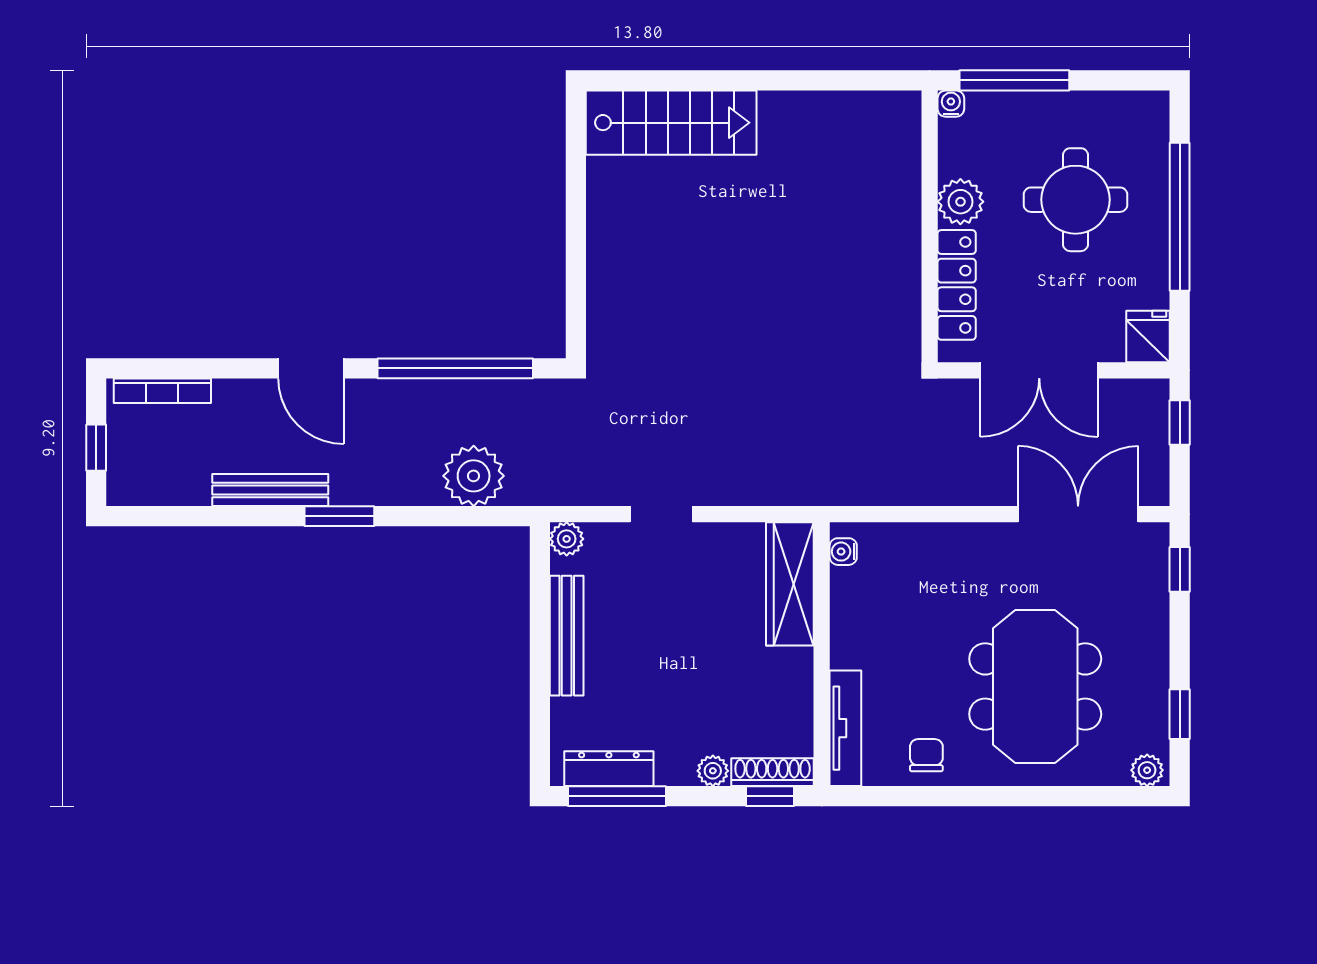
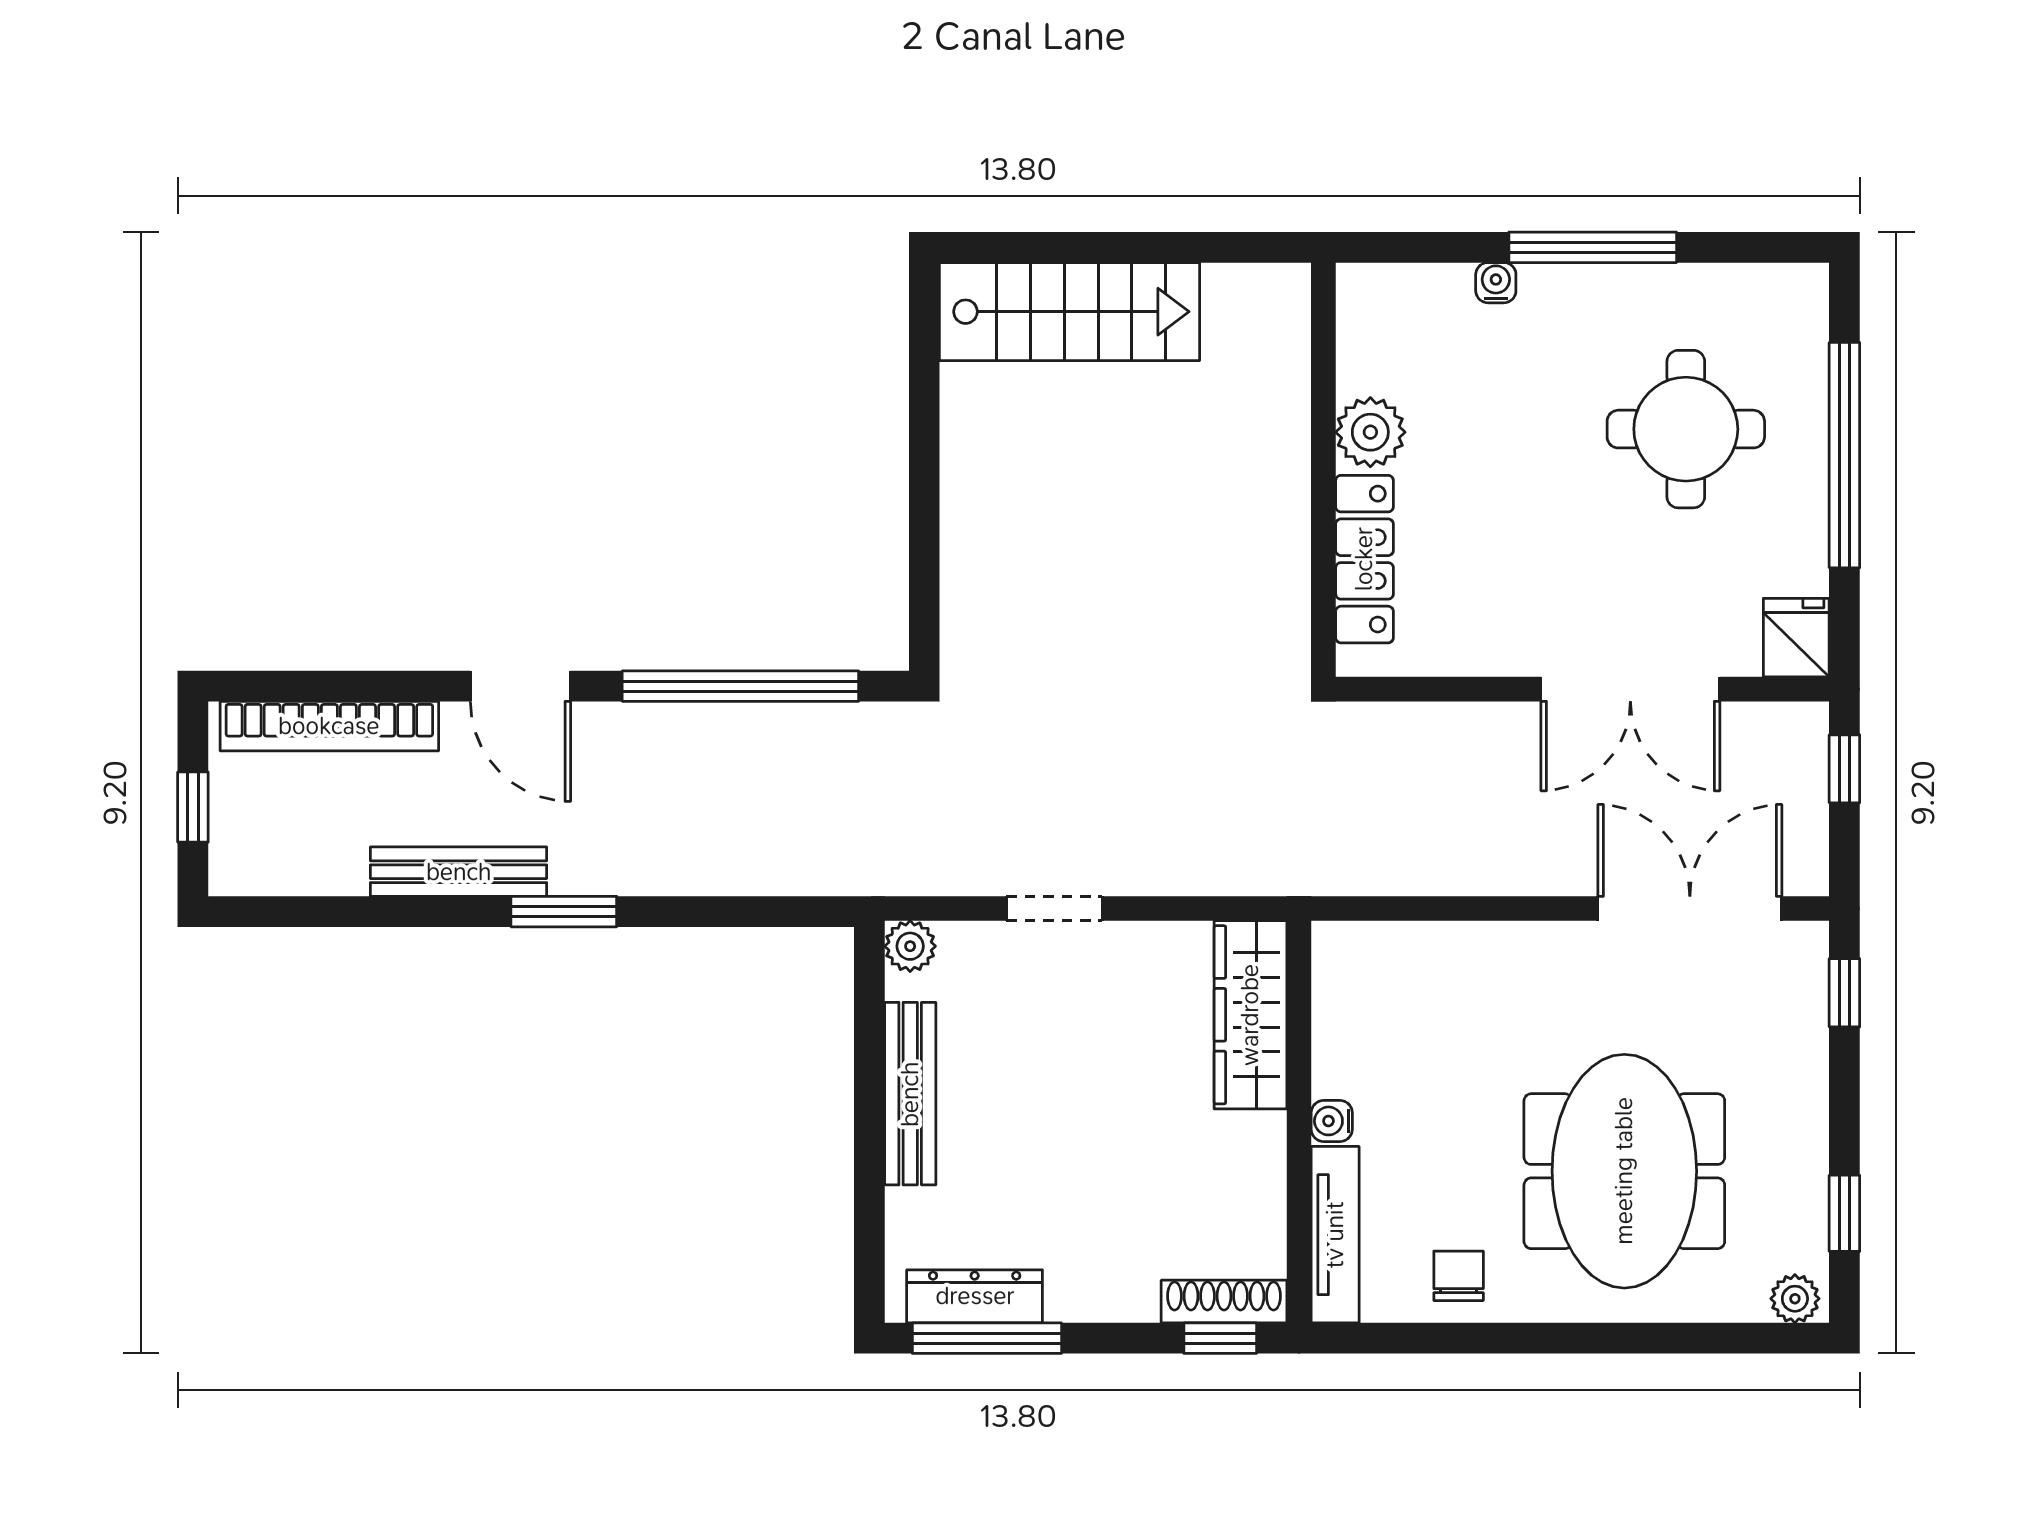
plant: (960, 202) -> (1370, 432), moved
wall: (930, 226) -> (1323, 470), moved
locker: (957, 285) -> (1364, 559), moved
bookcase: (162, 391) -> (329, 726), width x1.48, depth x1.31
plant: (474, 476) -> (768, 850), removed
water cooler: (843, 552) -> (1332, 1121), moved
plant: (713, 771) -> (1133, 1300), removed

